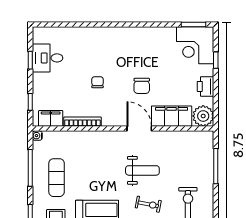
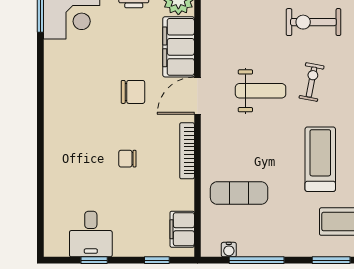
bookcase: (83, 122) -> (187, 151), moved
water cooler: (37, 136) -> (229, 250), moved
weight bench: (142, 170) -> (261, 91), turned 90
exercise mat: (57, 178) -> (239, 193), moved

